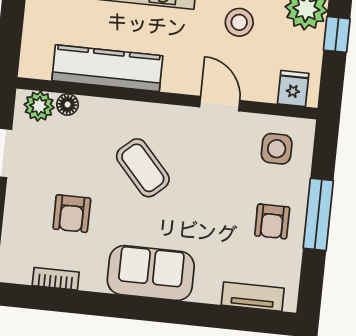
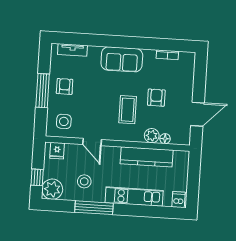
plant: (39, 106) -> (152, 136), moved
coffee table: (143, 168) -> (128, 110), turned 42
armchair: (72, 214) -> (156, 98), moved

